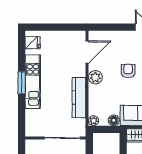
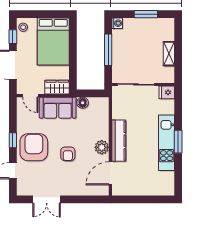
fridge: (33, 43) -> (167, 92), moved
kitchen counter: (79, 98) -> (119, 141), moved
plant: (94, 121) -> (104, 102), removed

